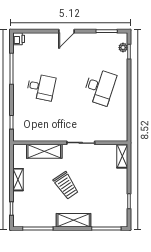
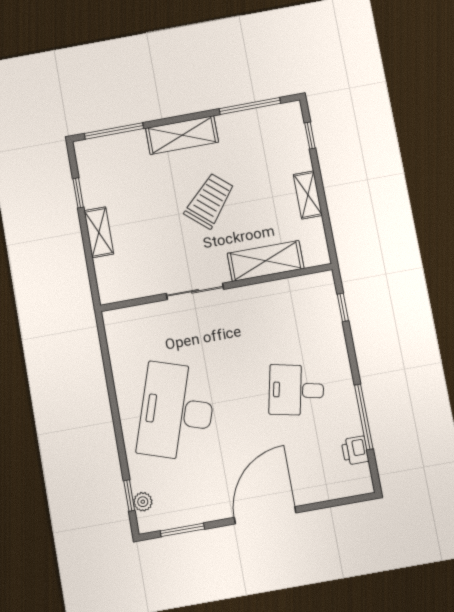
door: (66, 31) -> (265, 515), width x1.87
printer: (19, 39) -> (355, 450), moved
desk: (100, 87) -> (177, 412), width x1.36, depth x1.30
shelving: (122, 156) -> (99, 232), moved
trolley: (66, 185) -> (210, 201), turned 75

